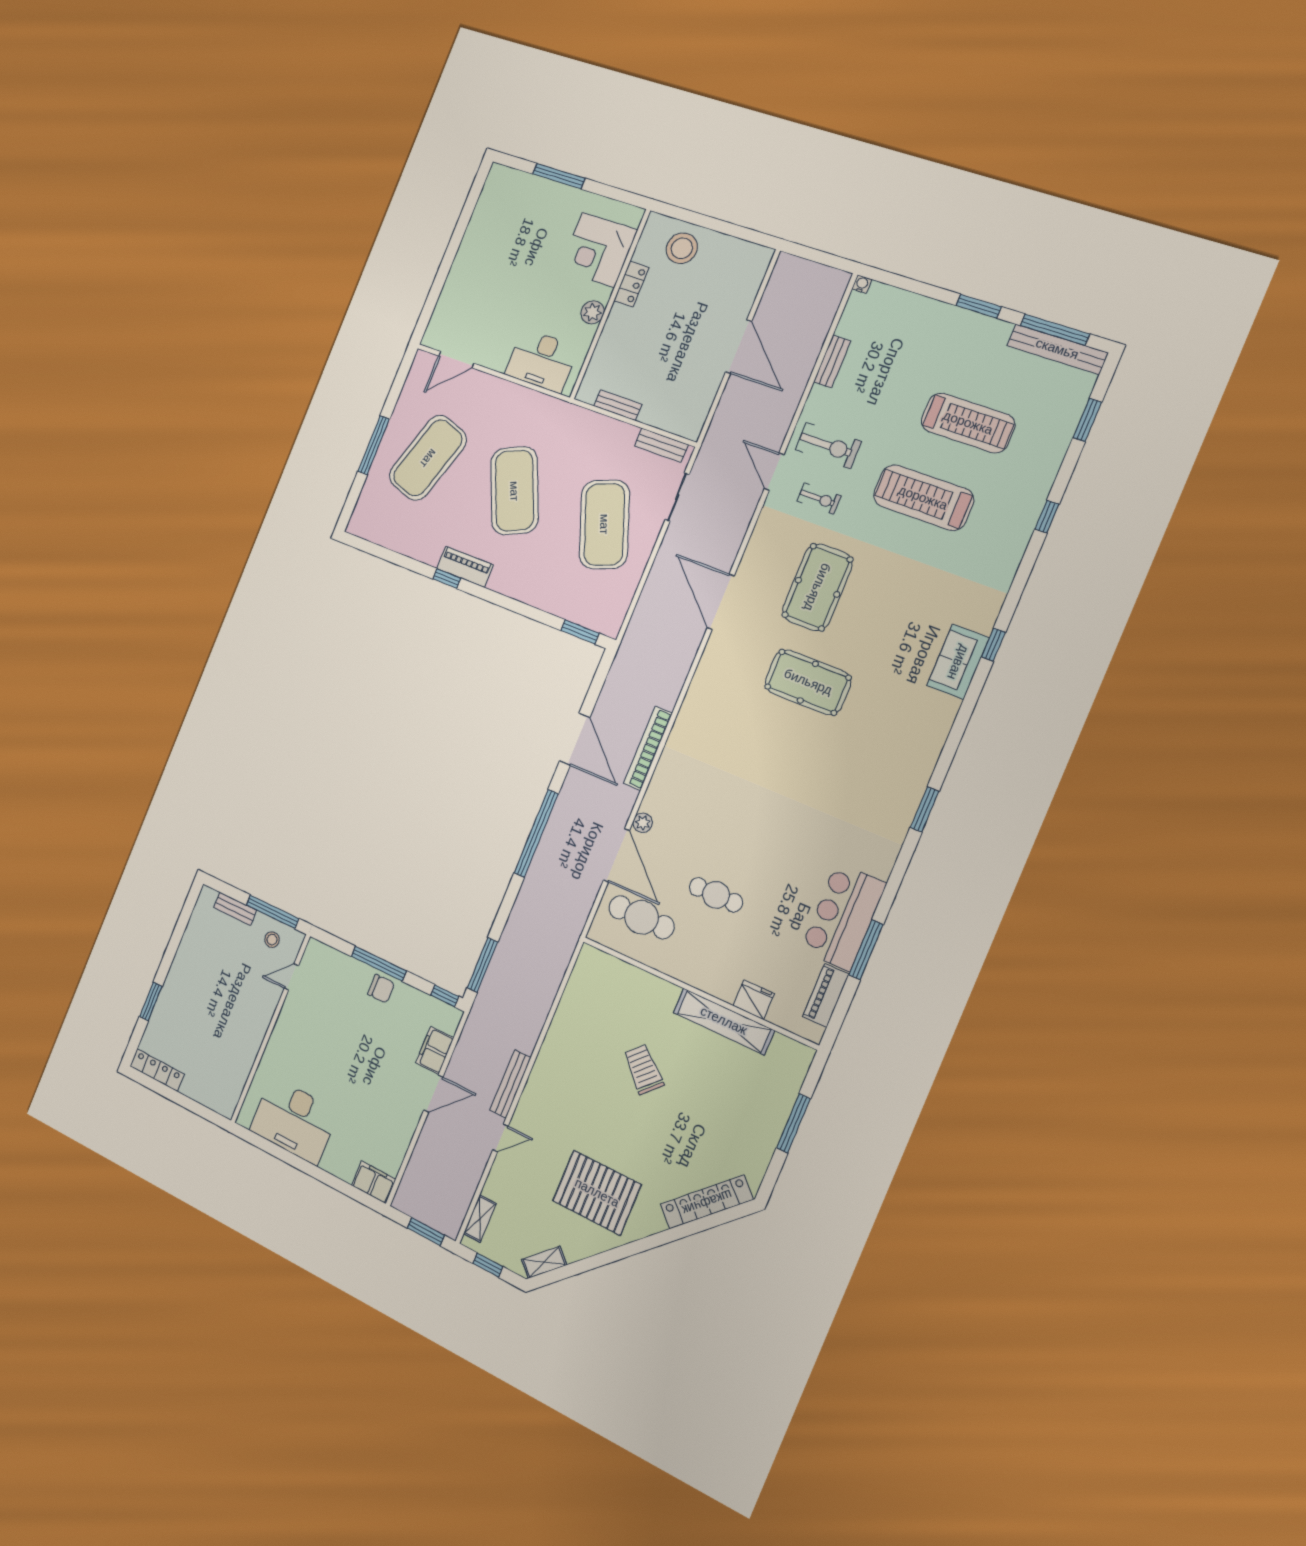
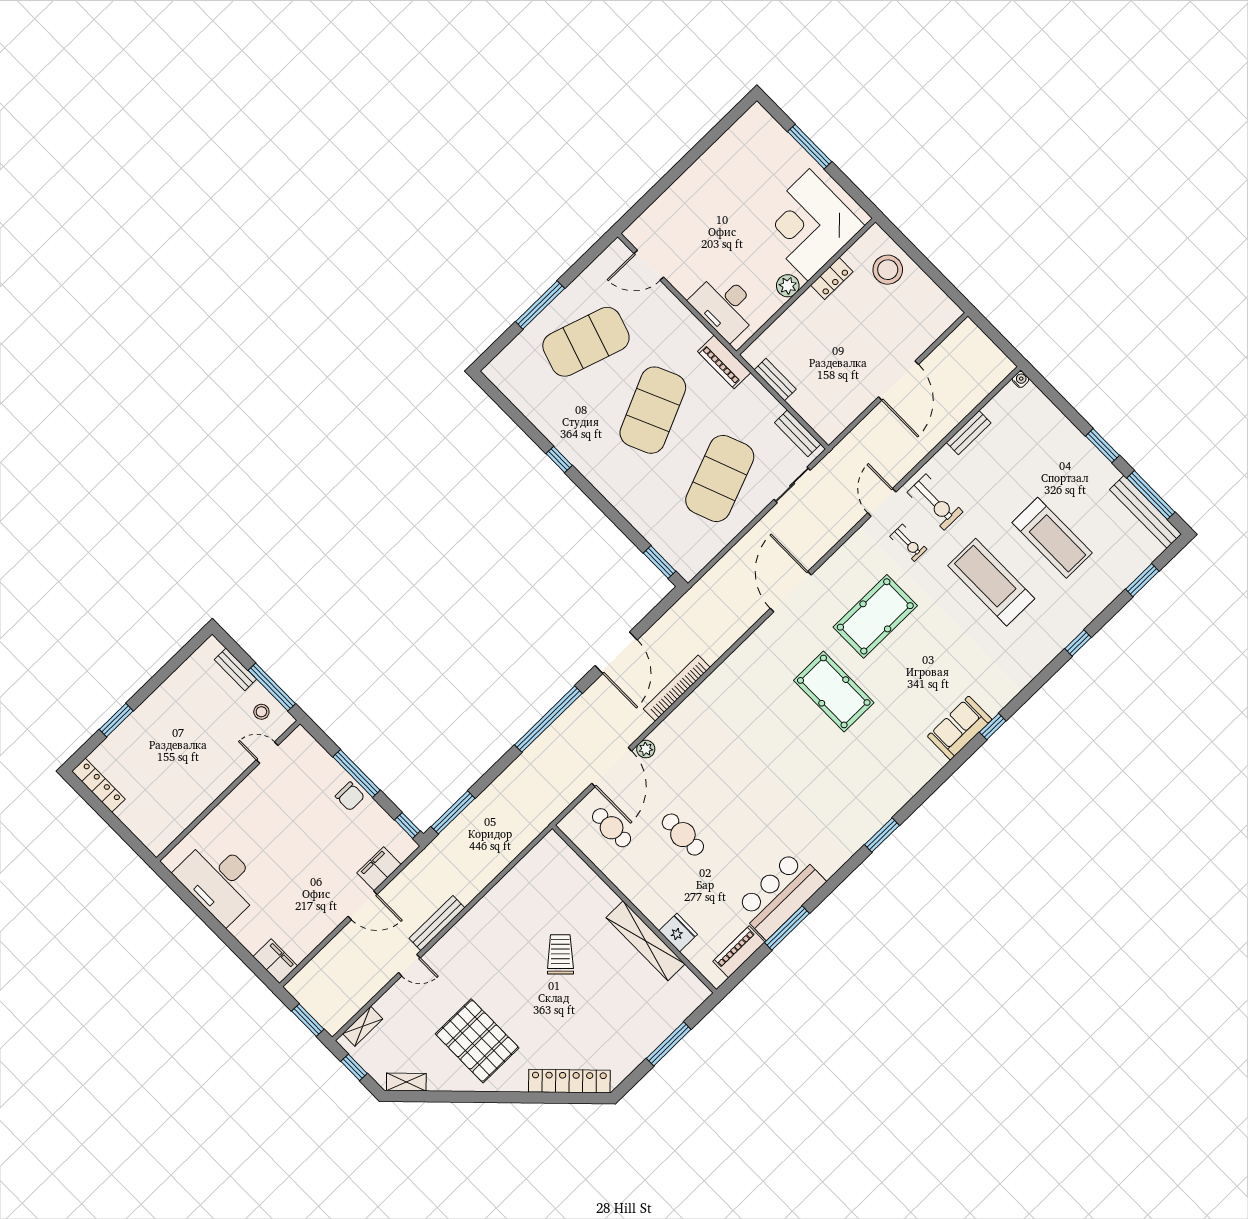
corner desk: (598, 250) -> (809, 225), width x1.36, depth x1.36
piano: (465, 567) -> (724, 362), moved, turned 180
cafe table: (642, 917) -> (612, 828), width x0.73, depth x0.74

